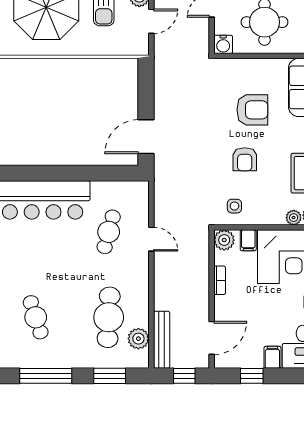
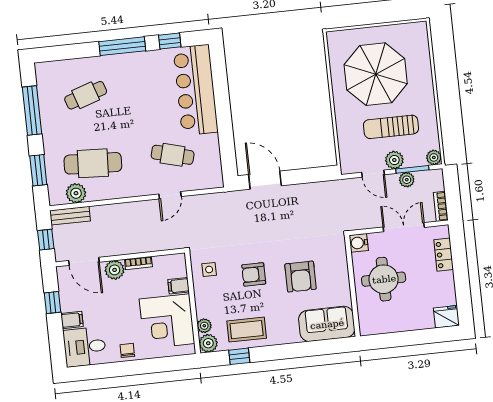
plant: (224, 240) -> (115, 270), moved
bench: (162, 340) -> (70, 216), width x0.73

